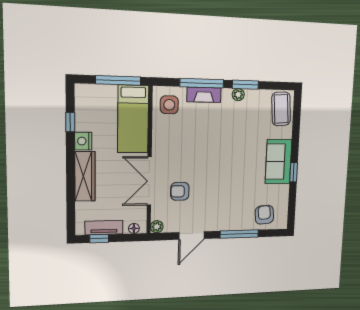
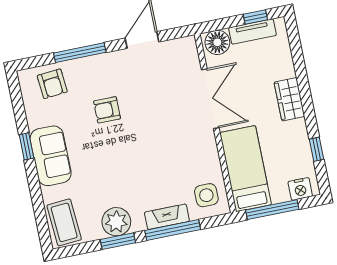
plant: (238, 95) -> (116, 222), width x1.87, depth x1.87
nightstand: (83, 141) -> (300, 189), moved, turned 90
wardrobe: (85, 176) -> (289, 99), width x0.67
armchair: (180, 191) -> (107, 110), moved, turned 180
plant: (157, 227) -> (189, 44), removed
floor lamp: (134, 228) -> (217, 42), width x1.89, depth x1.89

